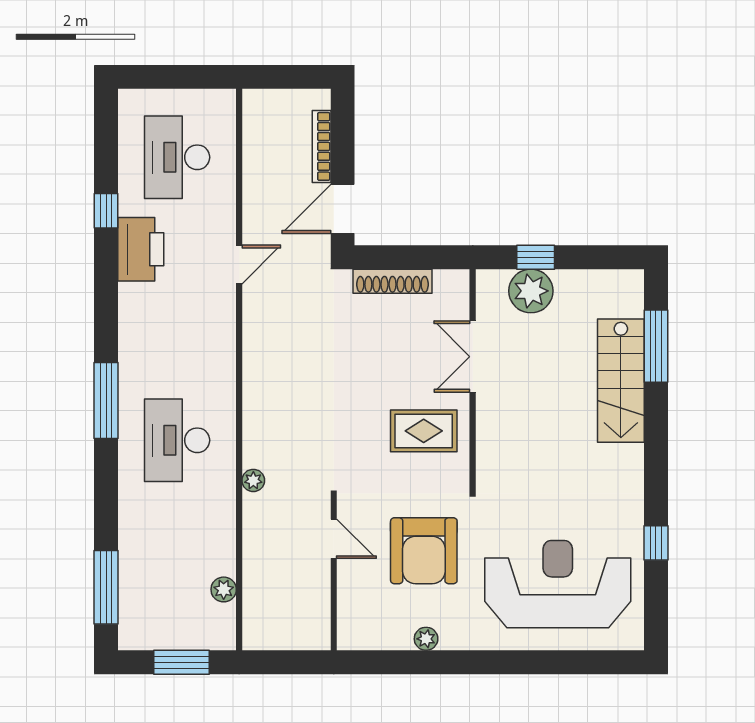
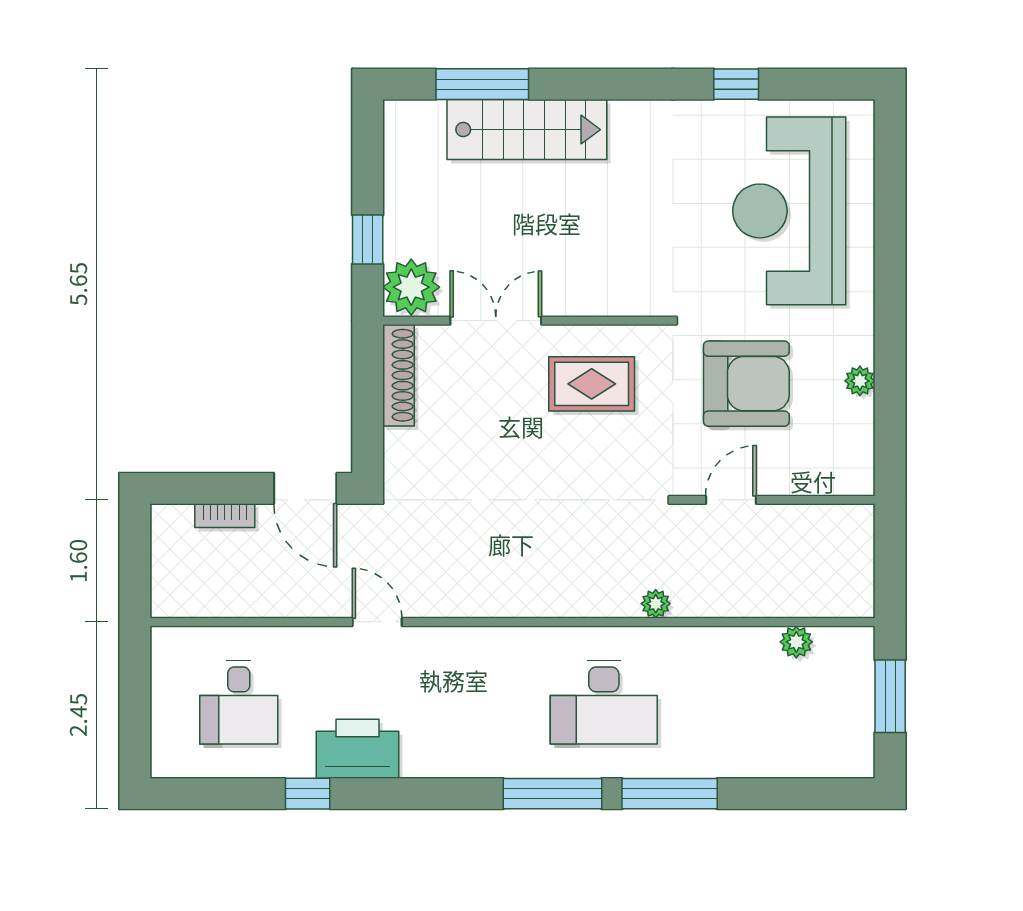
bookcase: (322, 146) -> (225, 516), width x0.64
desk: (177, 157) -> (239, 702), width x0.73
shoe rack: (393, 281) -> (399, 375), moved
plant: (531, 291) -> (411, 287), moved
double door: (473, 357) -> (496, 321), swing flipped
rug: (424, 431) -> (592, 384), turned 90
window: (106, 587) -> (670, 794), moved

